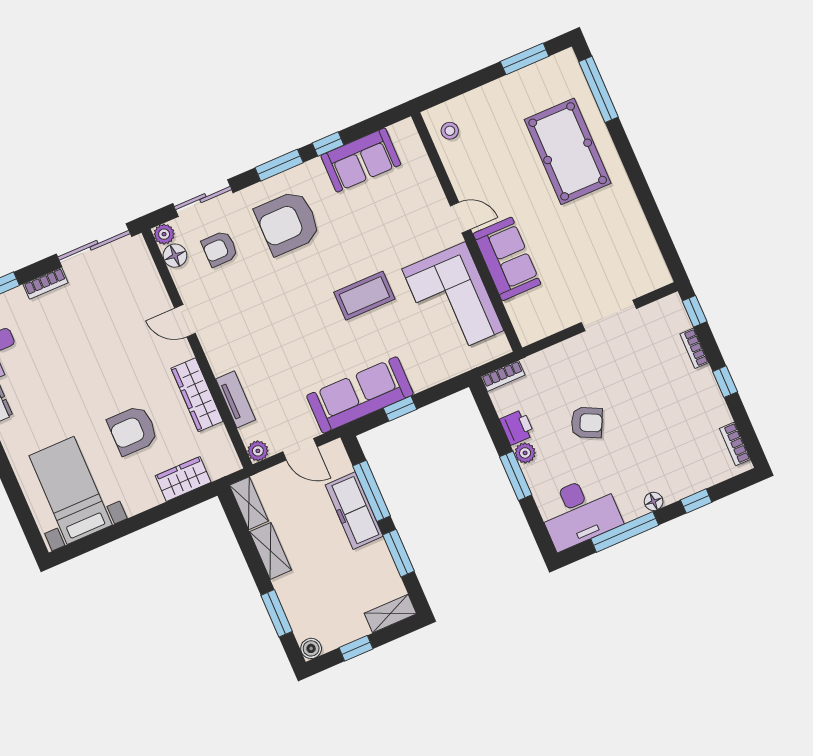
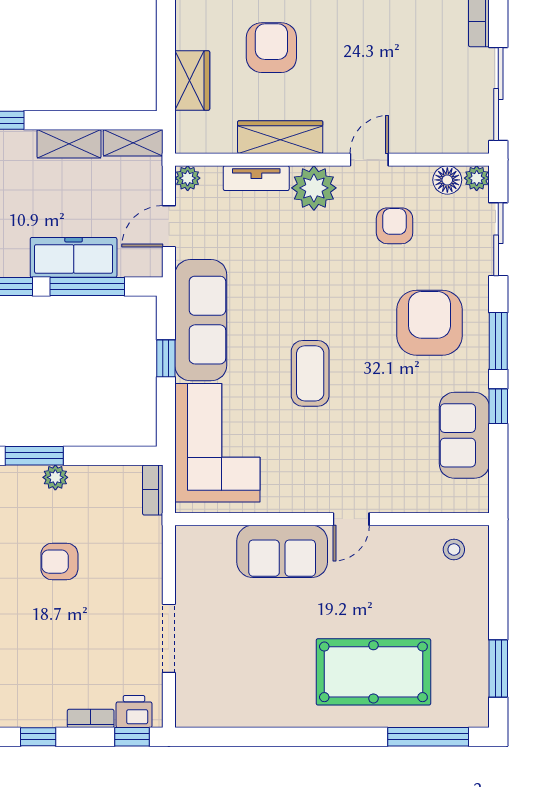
armchair: (220, 249) -> (395, 226), moved
corner sofa: (453, 300) -> (217, 443), moved, turned 90
plant: (224, 353) -> (314, 188), added
armchair: (587, 423) -> (59, 562), turned 64
printer: (517, 427) -> (134, 712), moved, turned 180

